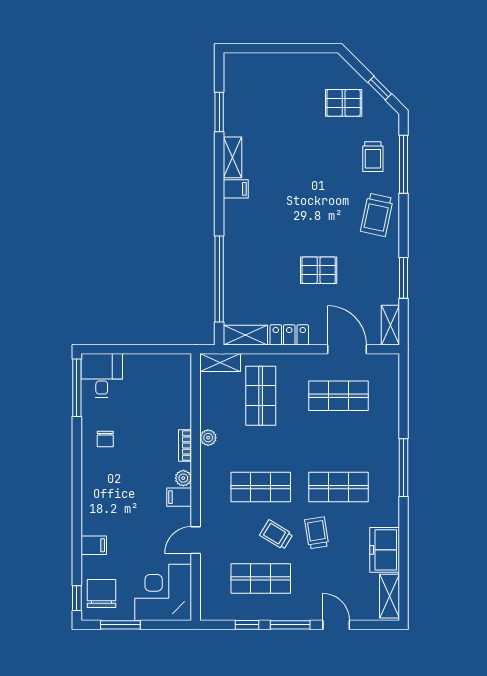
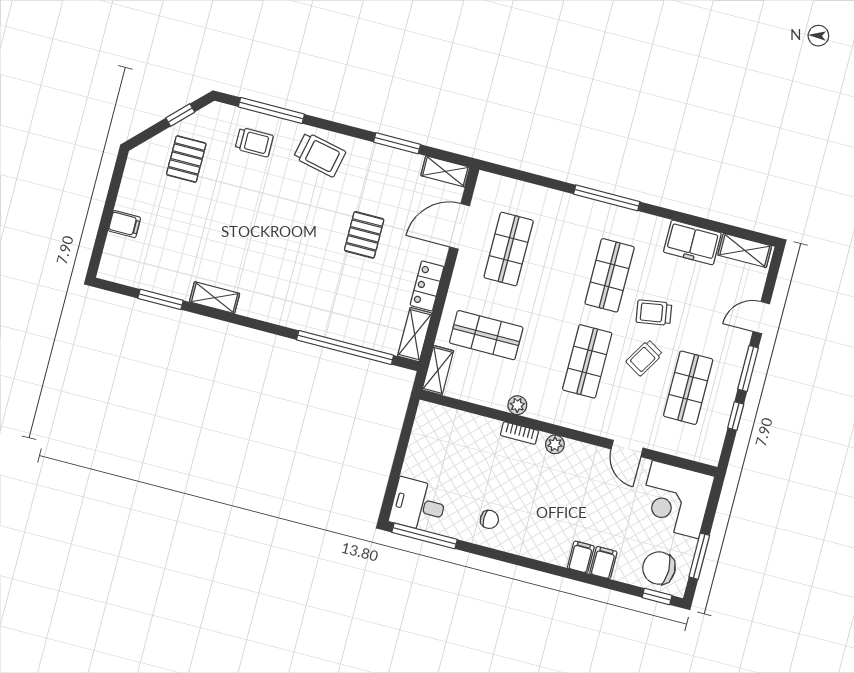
filing cabinet: (236, 189) -> (124, 224), moved, turned 90
filing cabinet: (179, 497) -> (581, 557), moved, turned 180

